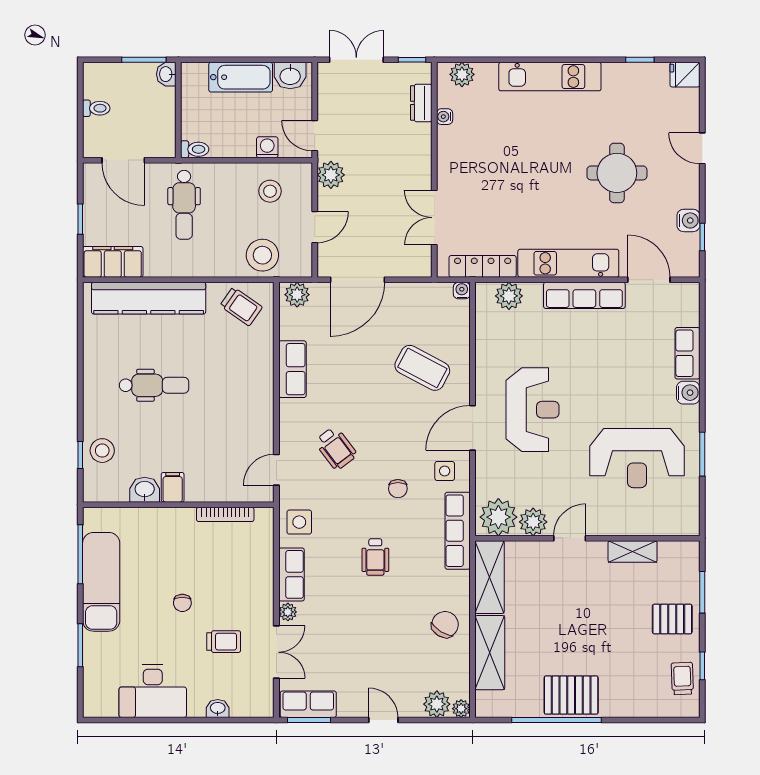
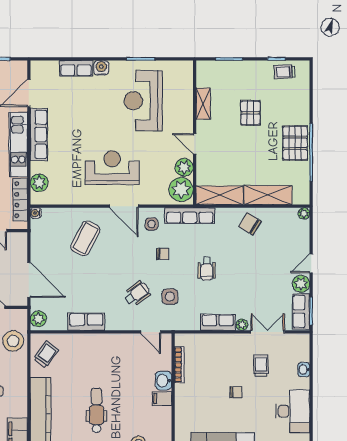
reception desk: (637, 458) -> (143, 101), turned 180
washbasin: (145, 490) -> (164, 381), moved
side table: (299, 522) -> (170, 297), moved
wheelchair: (375, 557) -> (207, 269), turned 90
pallet: (672, 619) -> (250, 113), moved
plant: (437, 704) -> (301, 284), moved

